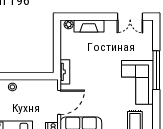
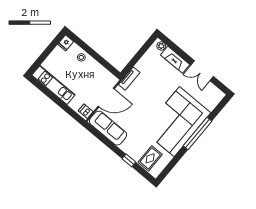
double door: (130, 17) -> (202, 71), moved
corner sofa: (137, 82) -> (177, 122), width x1.36, depth x1.36

